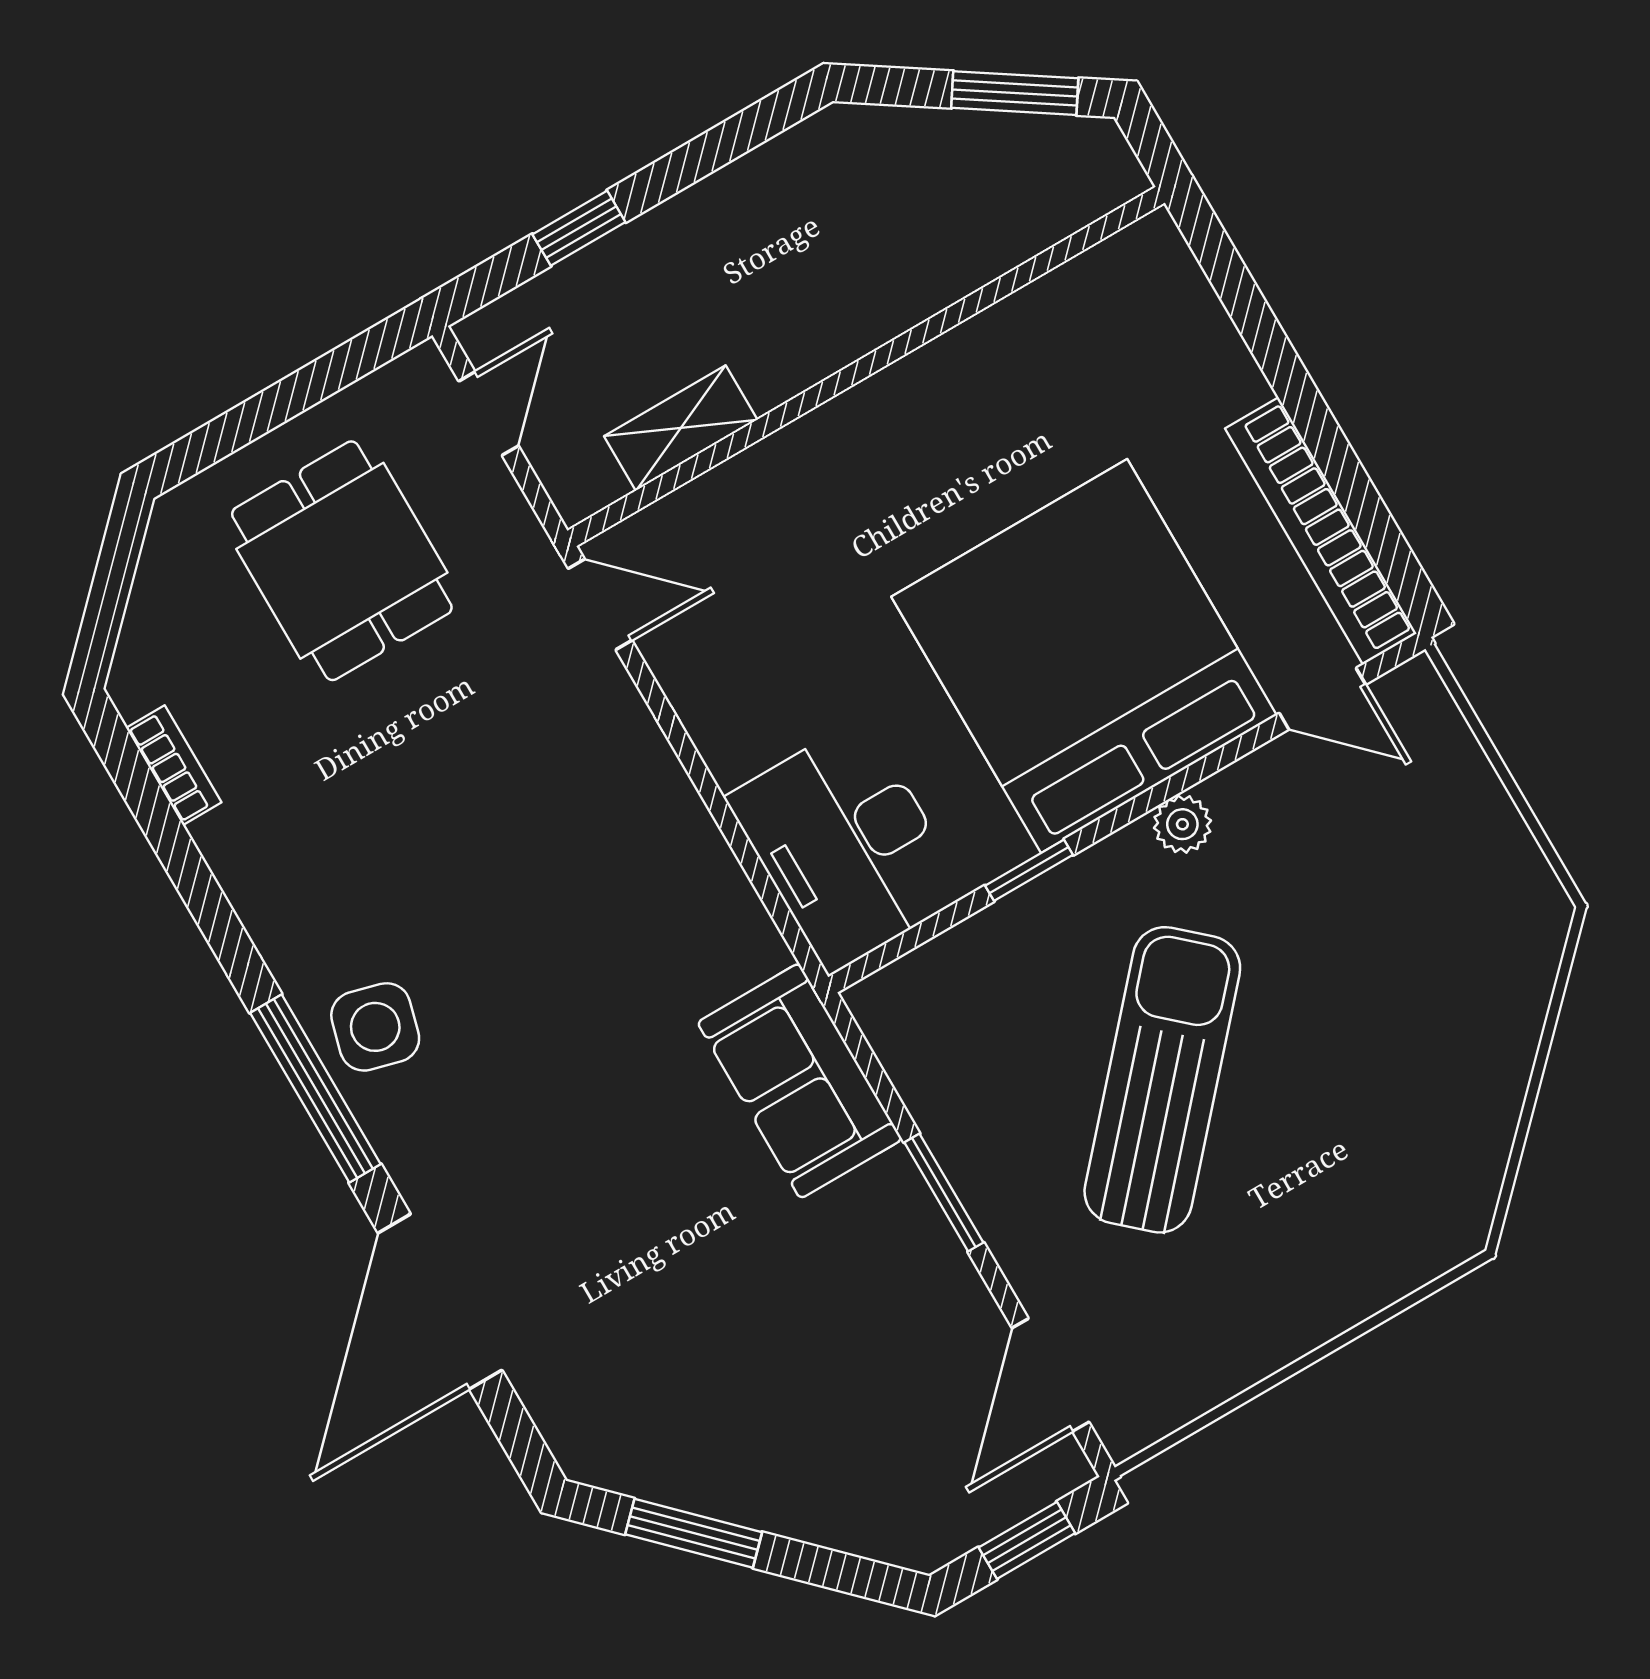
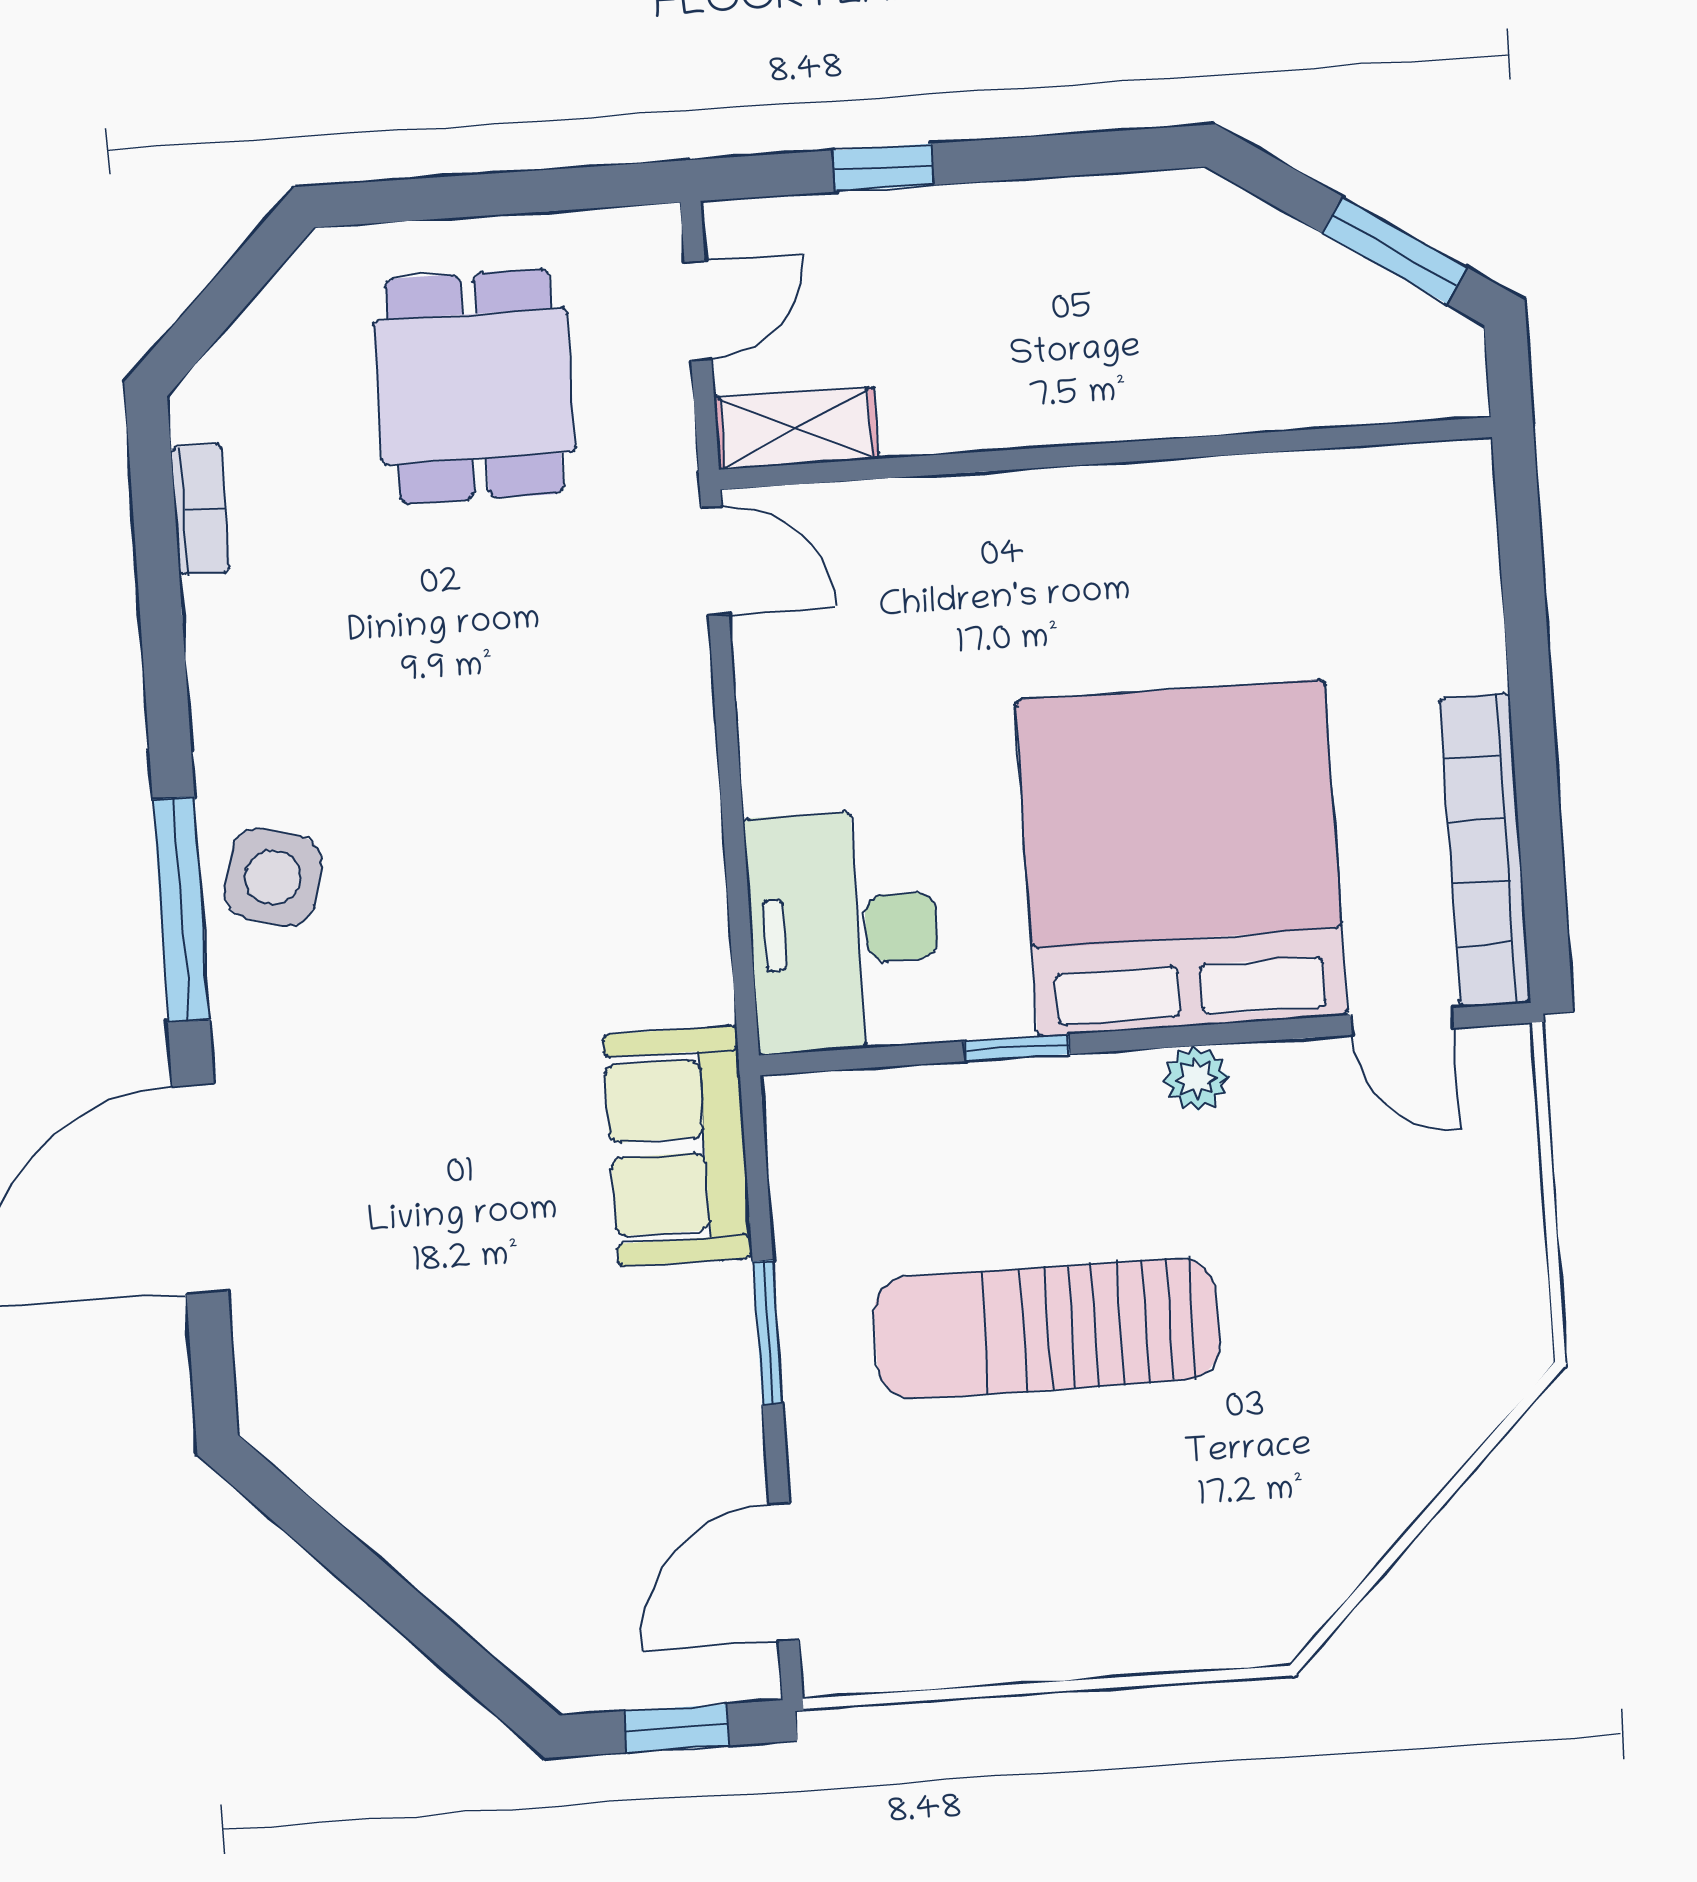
shelving: (681, 428) -> (796, 428), moved
sun lounger: (1162, 1080) -> (1047, 1328), turned -132
window: (694, 1533) -> (341, 1553), removed

